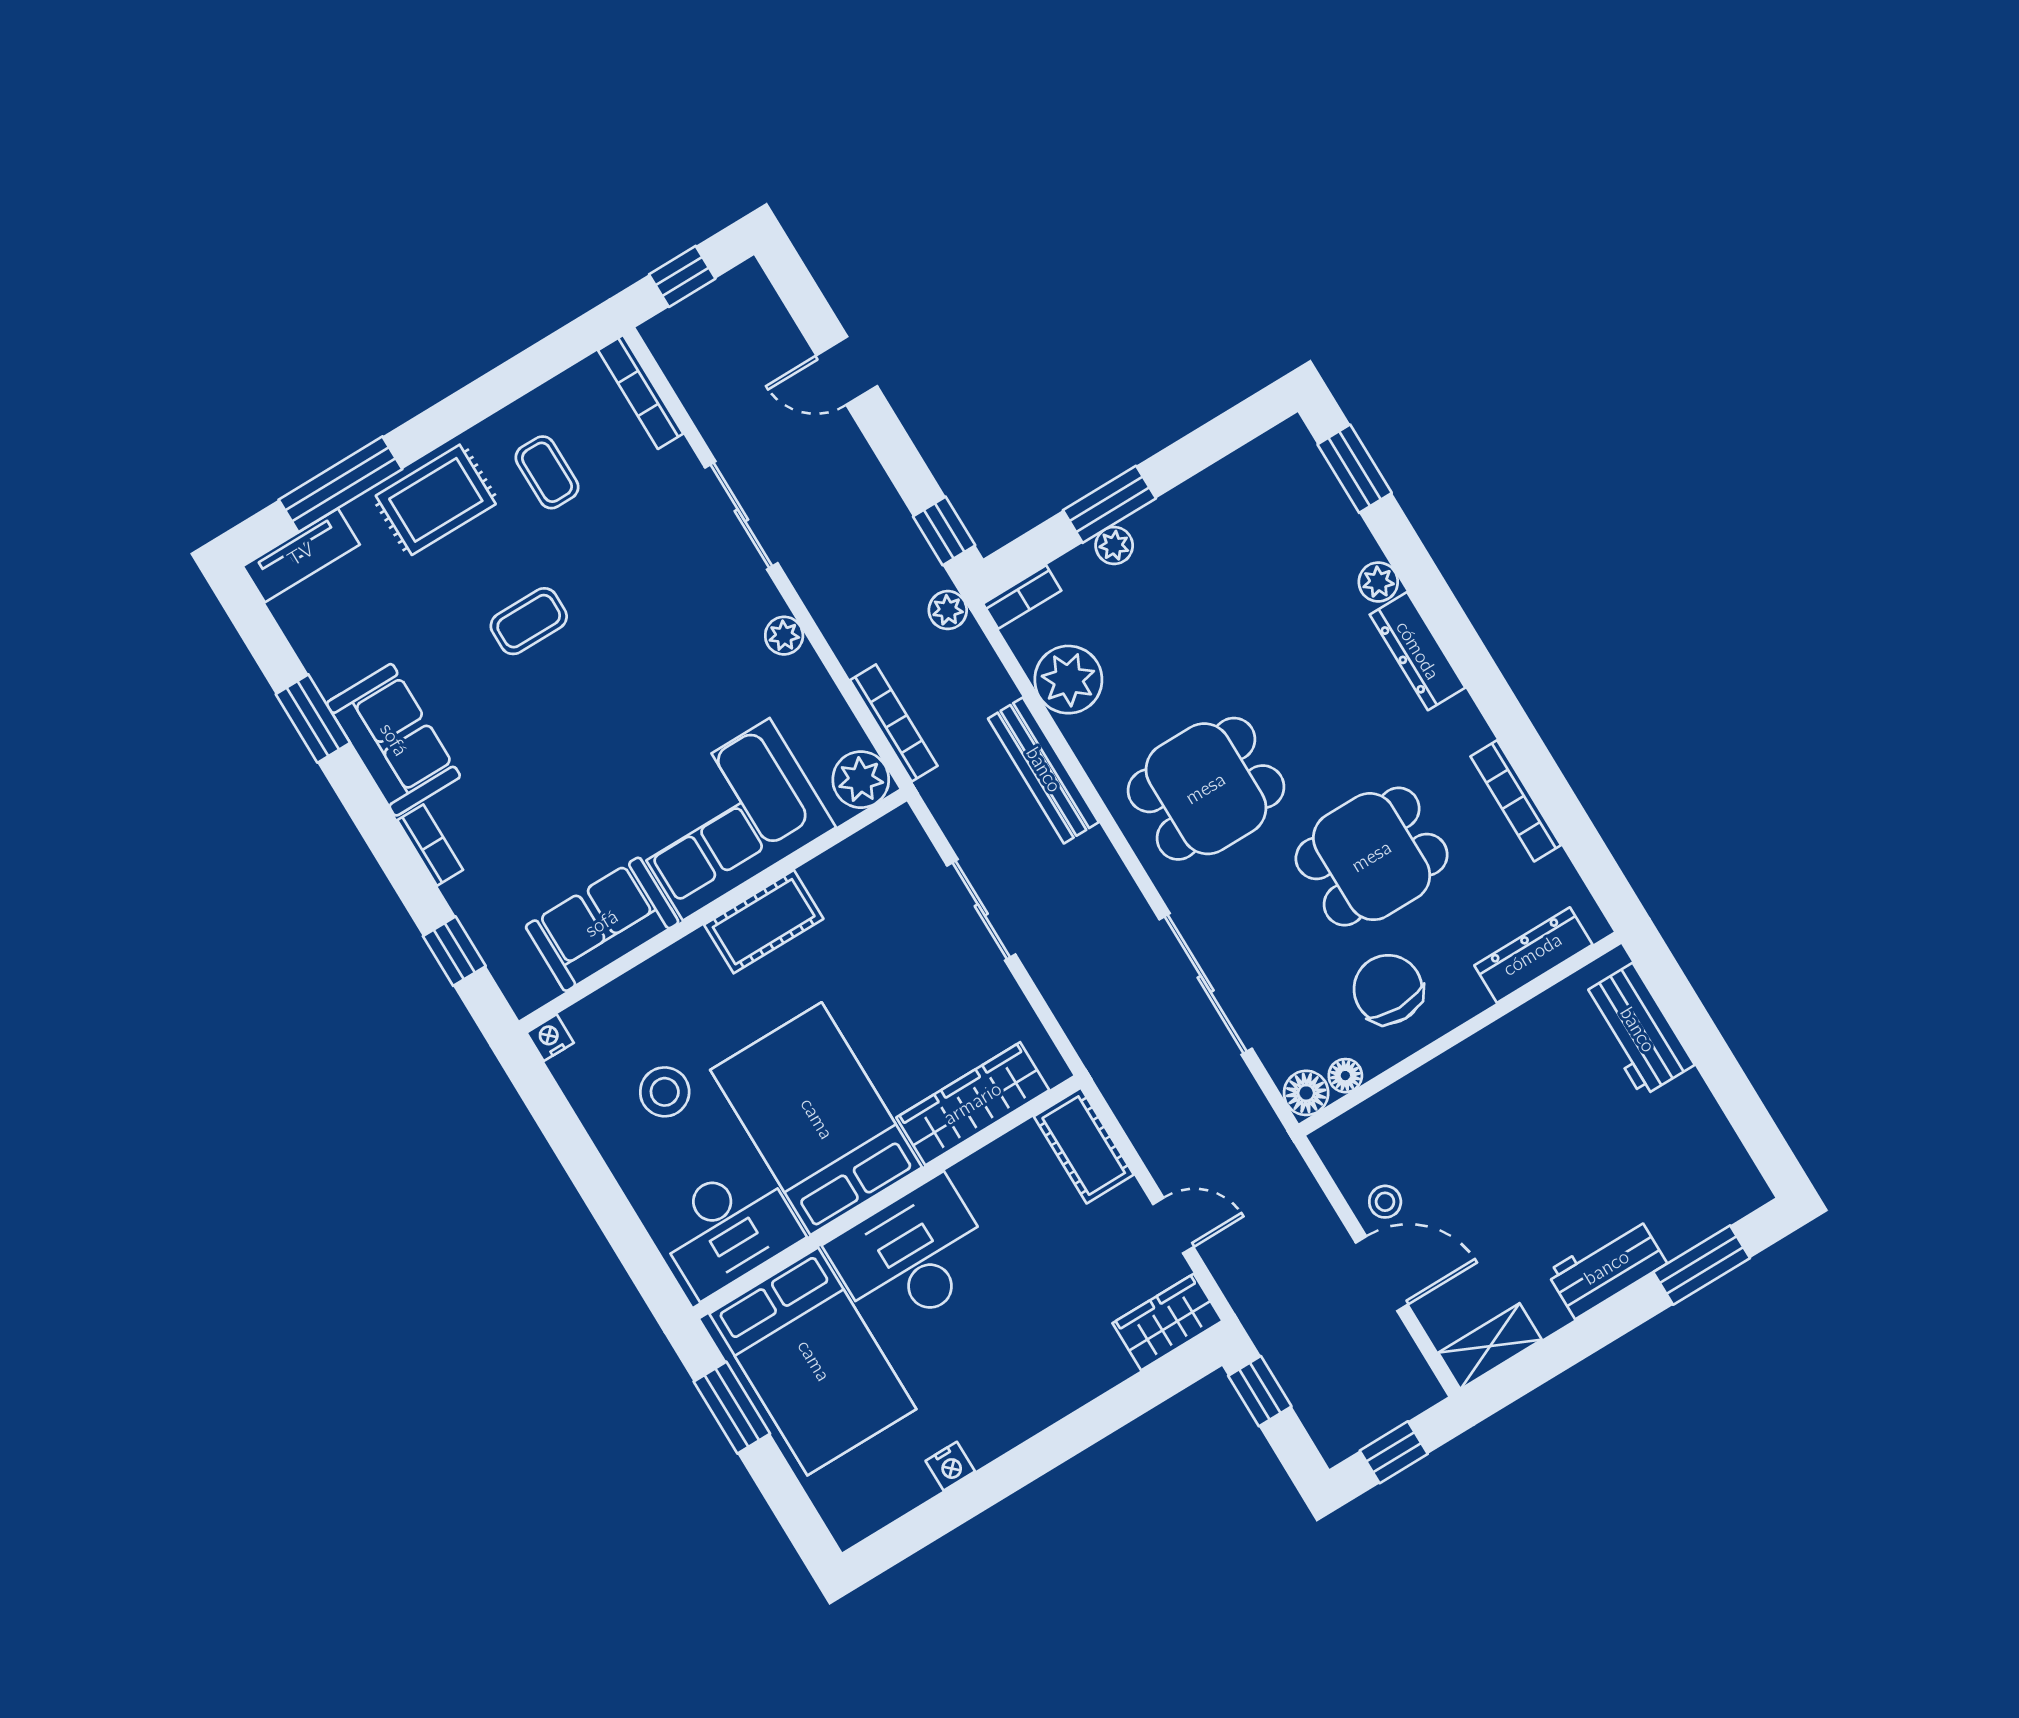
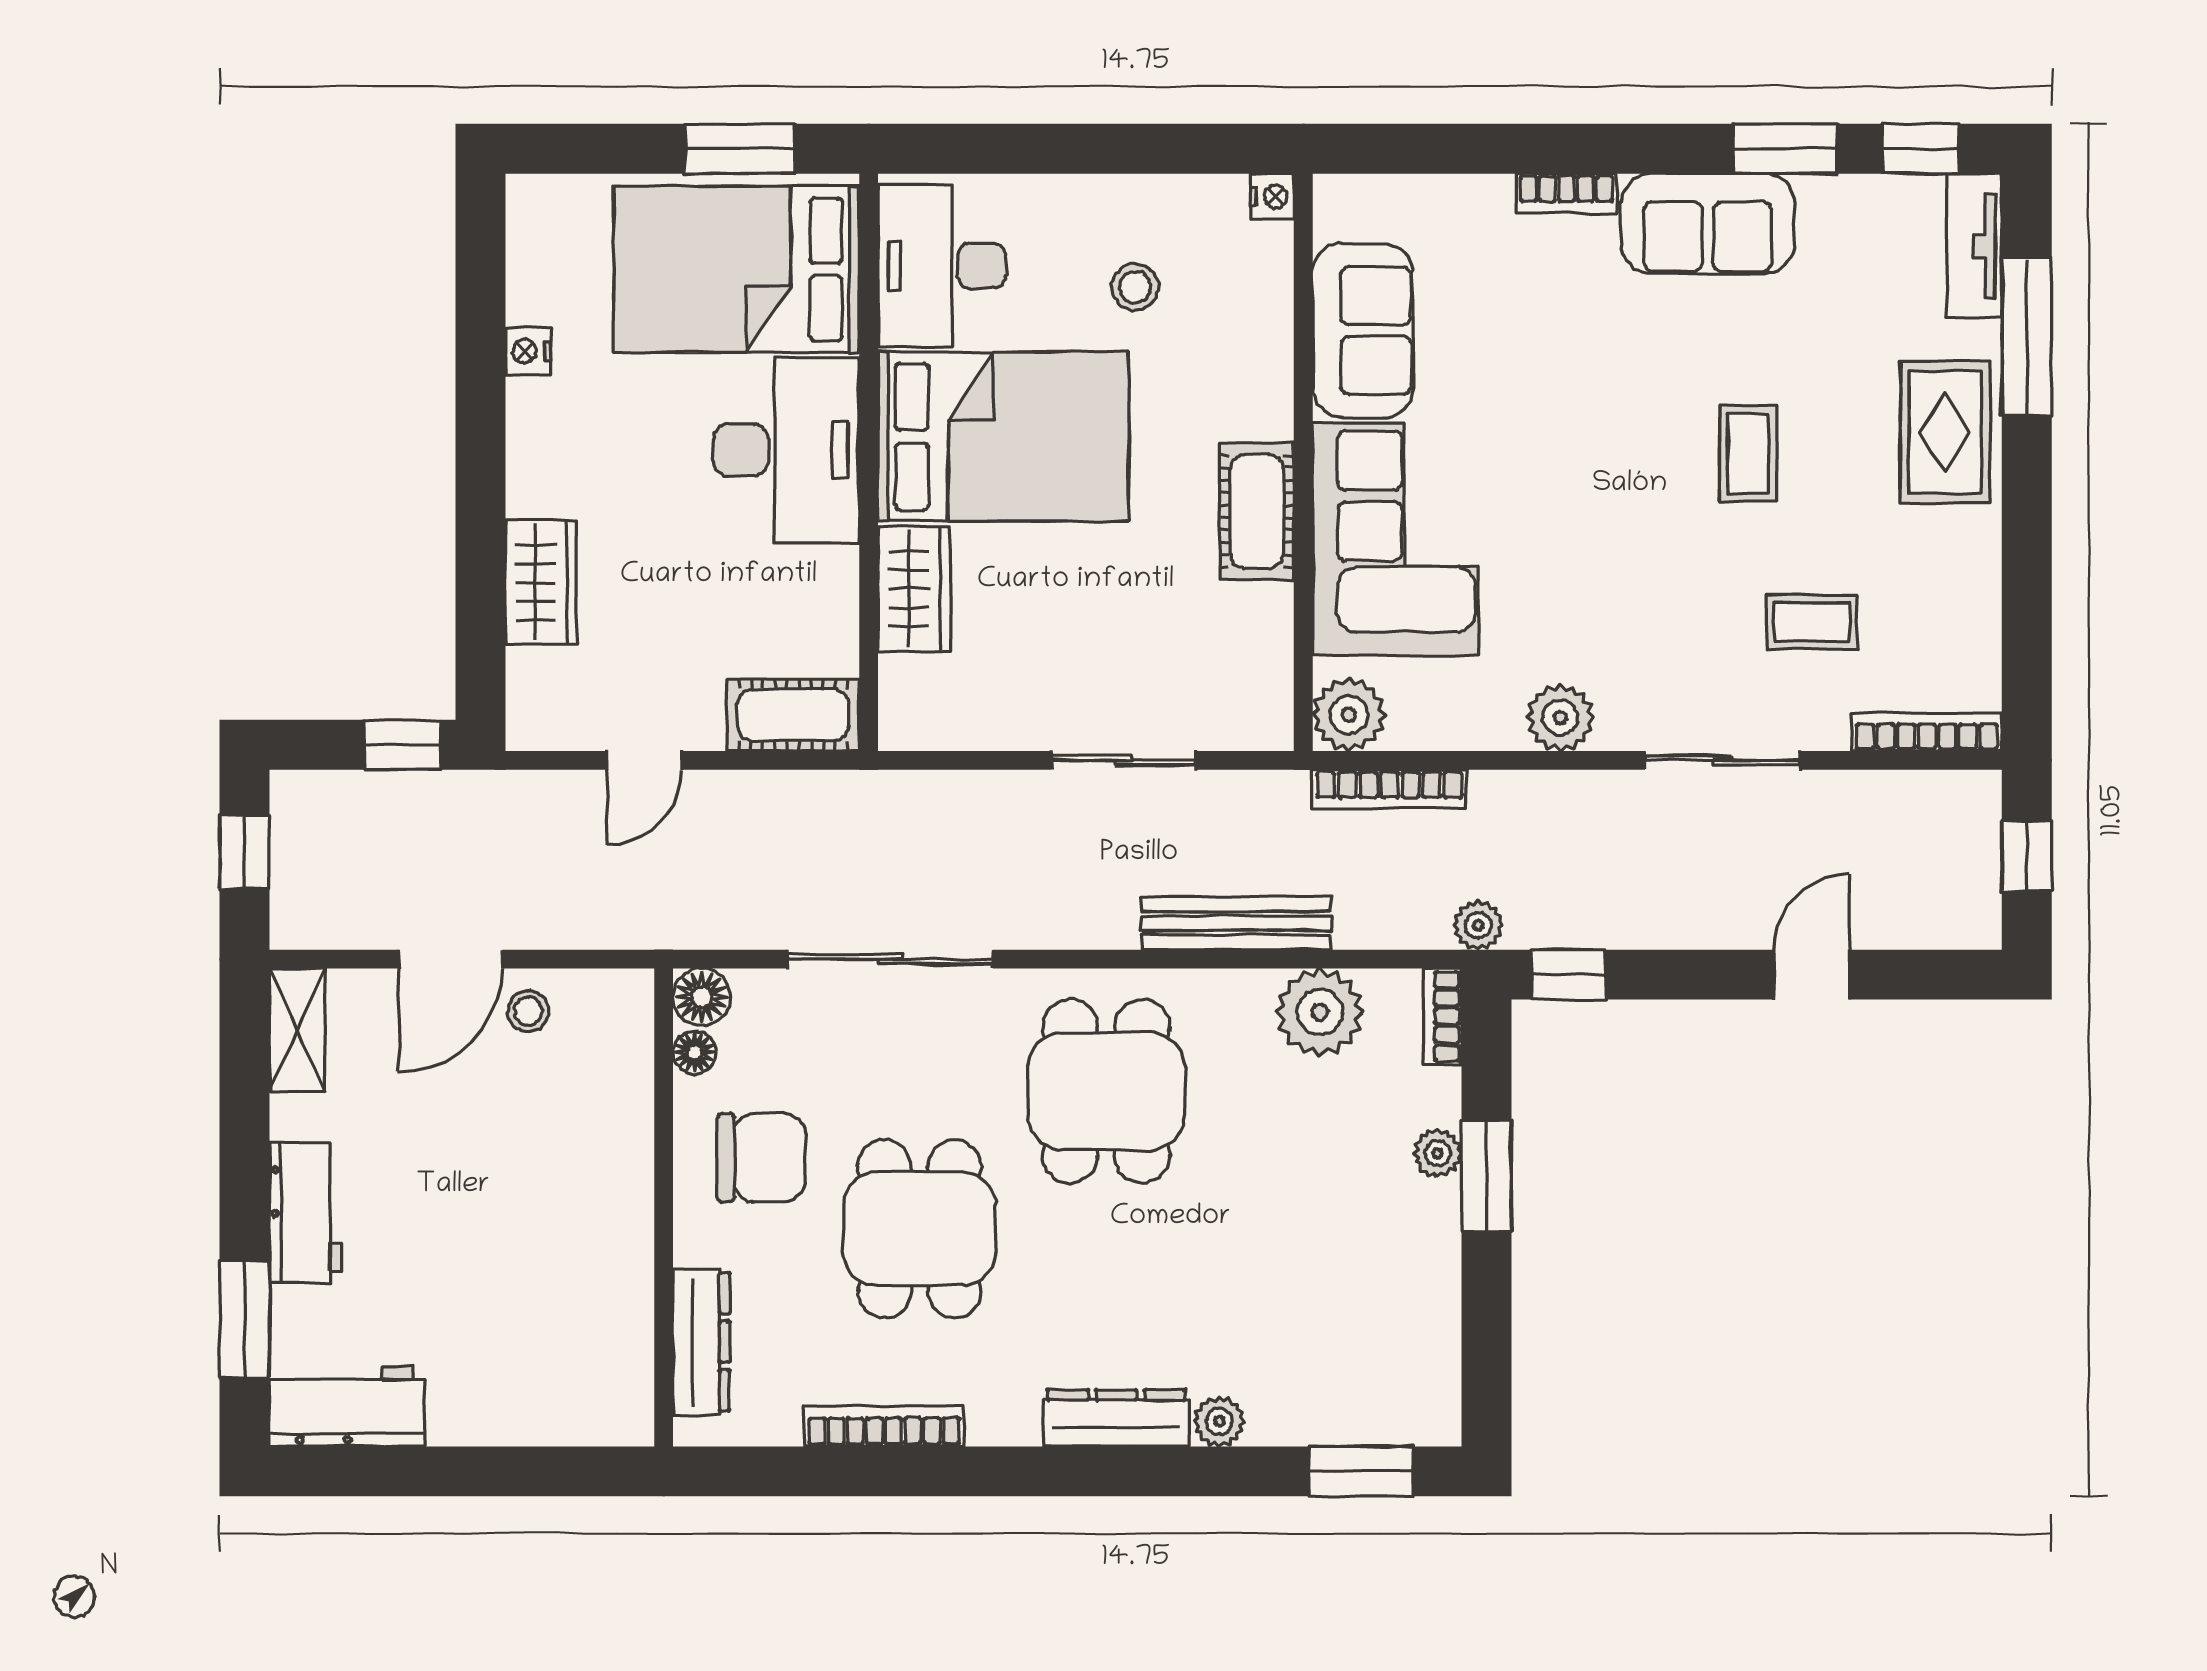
coffee table: (547, 472) -> (1812, 622), moved
plant: (784, 636) -> (1560, 717), width x1.38, depth x1.38
window: (454, 951) -> (1920, 149), moved
workbench: (1637, 1030) -> (347, 1406), moved
stool: (665, 1092) -> (1135, 287), width x0.73, depth x0.73
wardrobe: (973, 1104) -> (914, 589), width x0.67
wardrobe: (1168, 1322) -> (541, 582), moved

